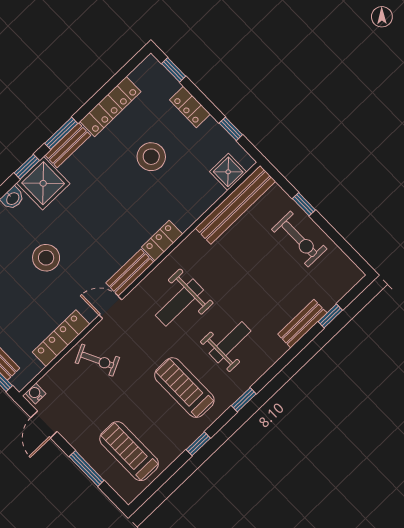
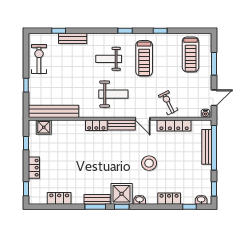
locker: (110, 107) -> (59, 198), width x0.66
stool: (151, 157) -> (68, 163), removed
exercise bike: (299, 239) -> (39, 59), moved

